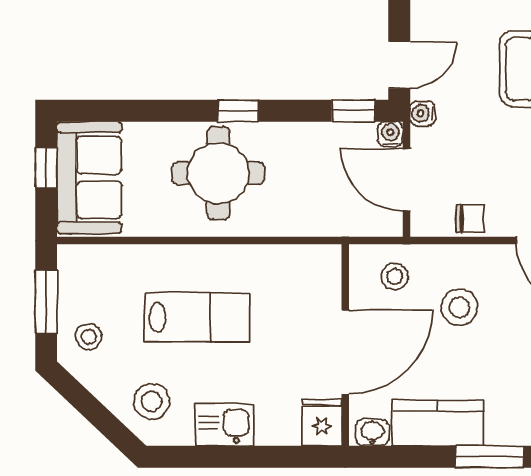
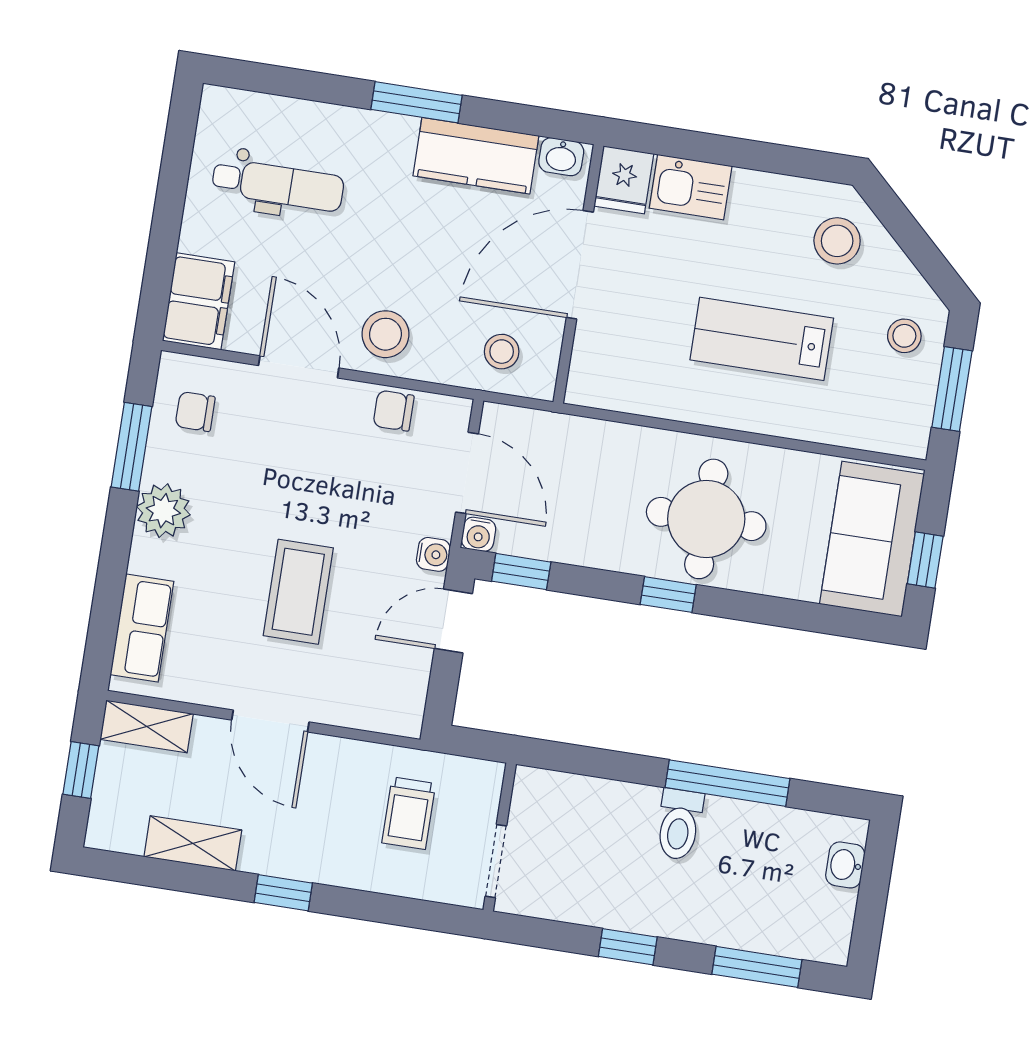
stool: (459, 307) -> (385, 334), moved
kitchen sink: (225, 425) -> (691, 187), moved

